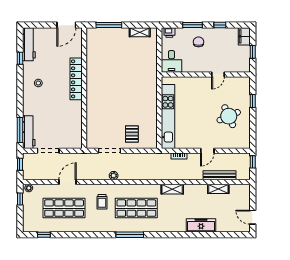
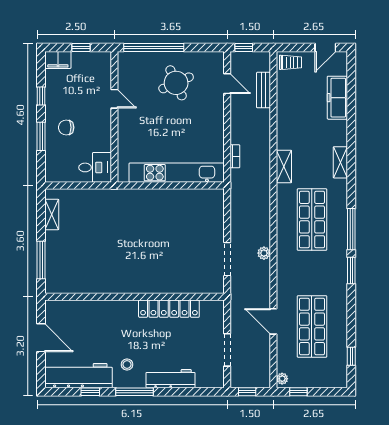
door: (66, 25) -> (41, 338), moved
printer: (169, 32) -> (52, 171), removed
workbench: (29, 44) -> (79, 376), width x1.36, depth x1.32
locker: (76, 79) -> (169, 309), moved
window: (253, 101) -> (154, 47), width x3.17
window: (20, 130) -> (134, 392), moved
workbench: (29, 132) -> (170, 379), moved
pallet: (132, 134) -> (202, 226), removed
door: (207, 151) -> (227, 84), moved
bench: (219, 175) -> (264, 90), width x0.73
shelving: (218, 189) -> (340, 162), moved
trolley: (102, 202) -> (290, 62), moved
freezer: (201, 225) -> (337, 98), moved
window: (102, 235) -> (351, 271), added

